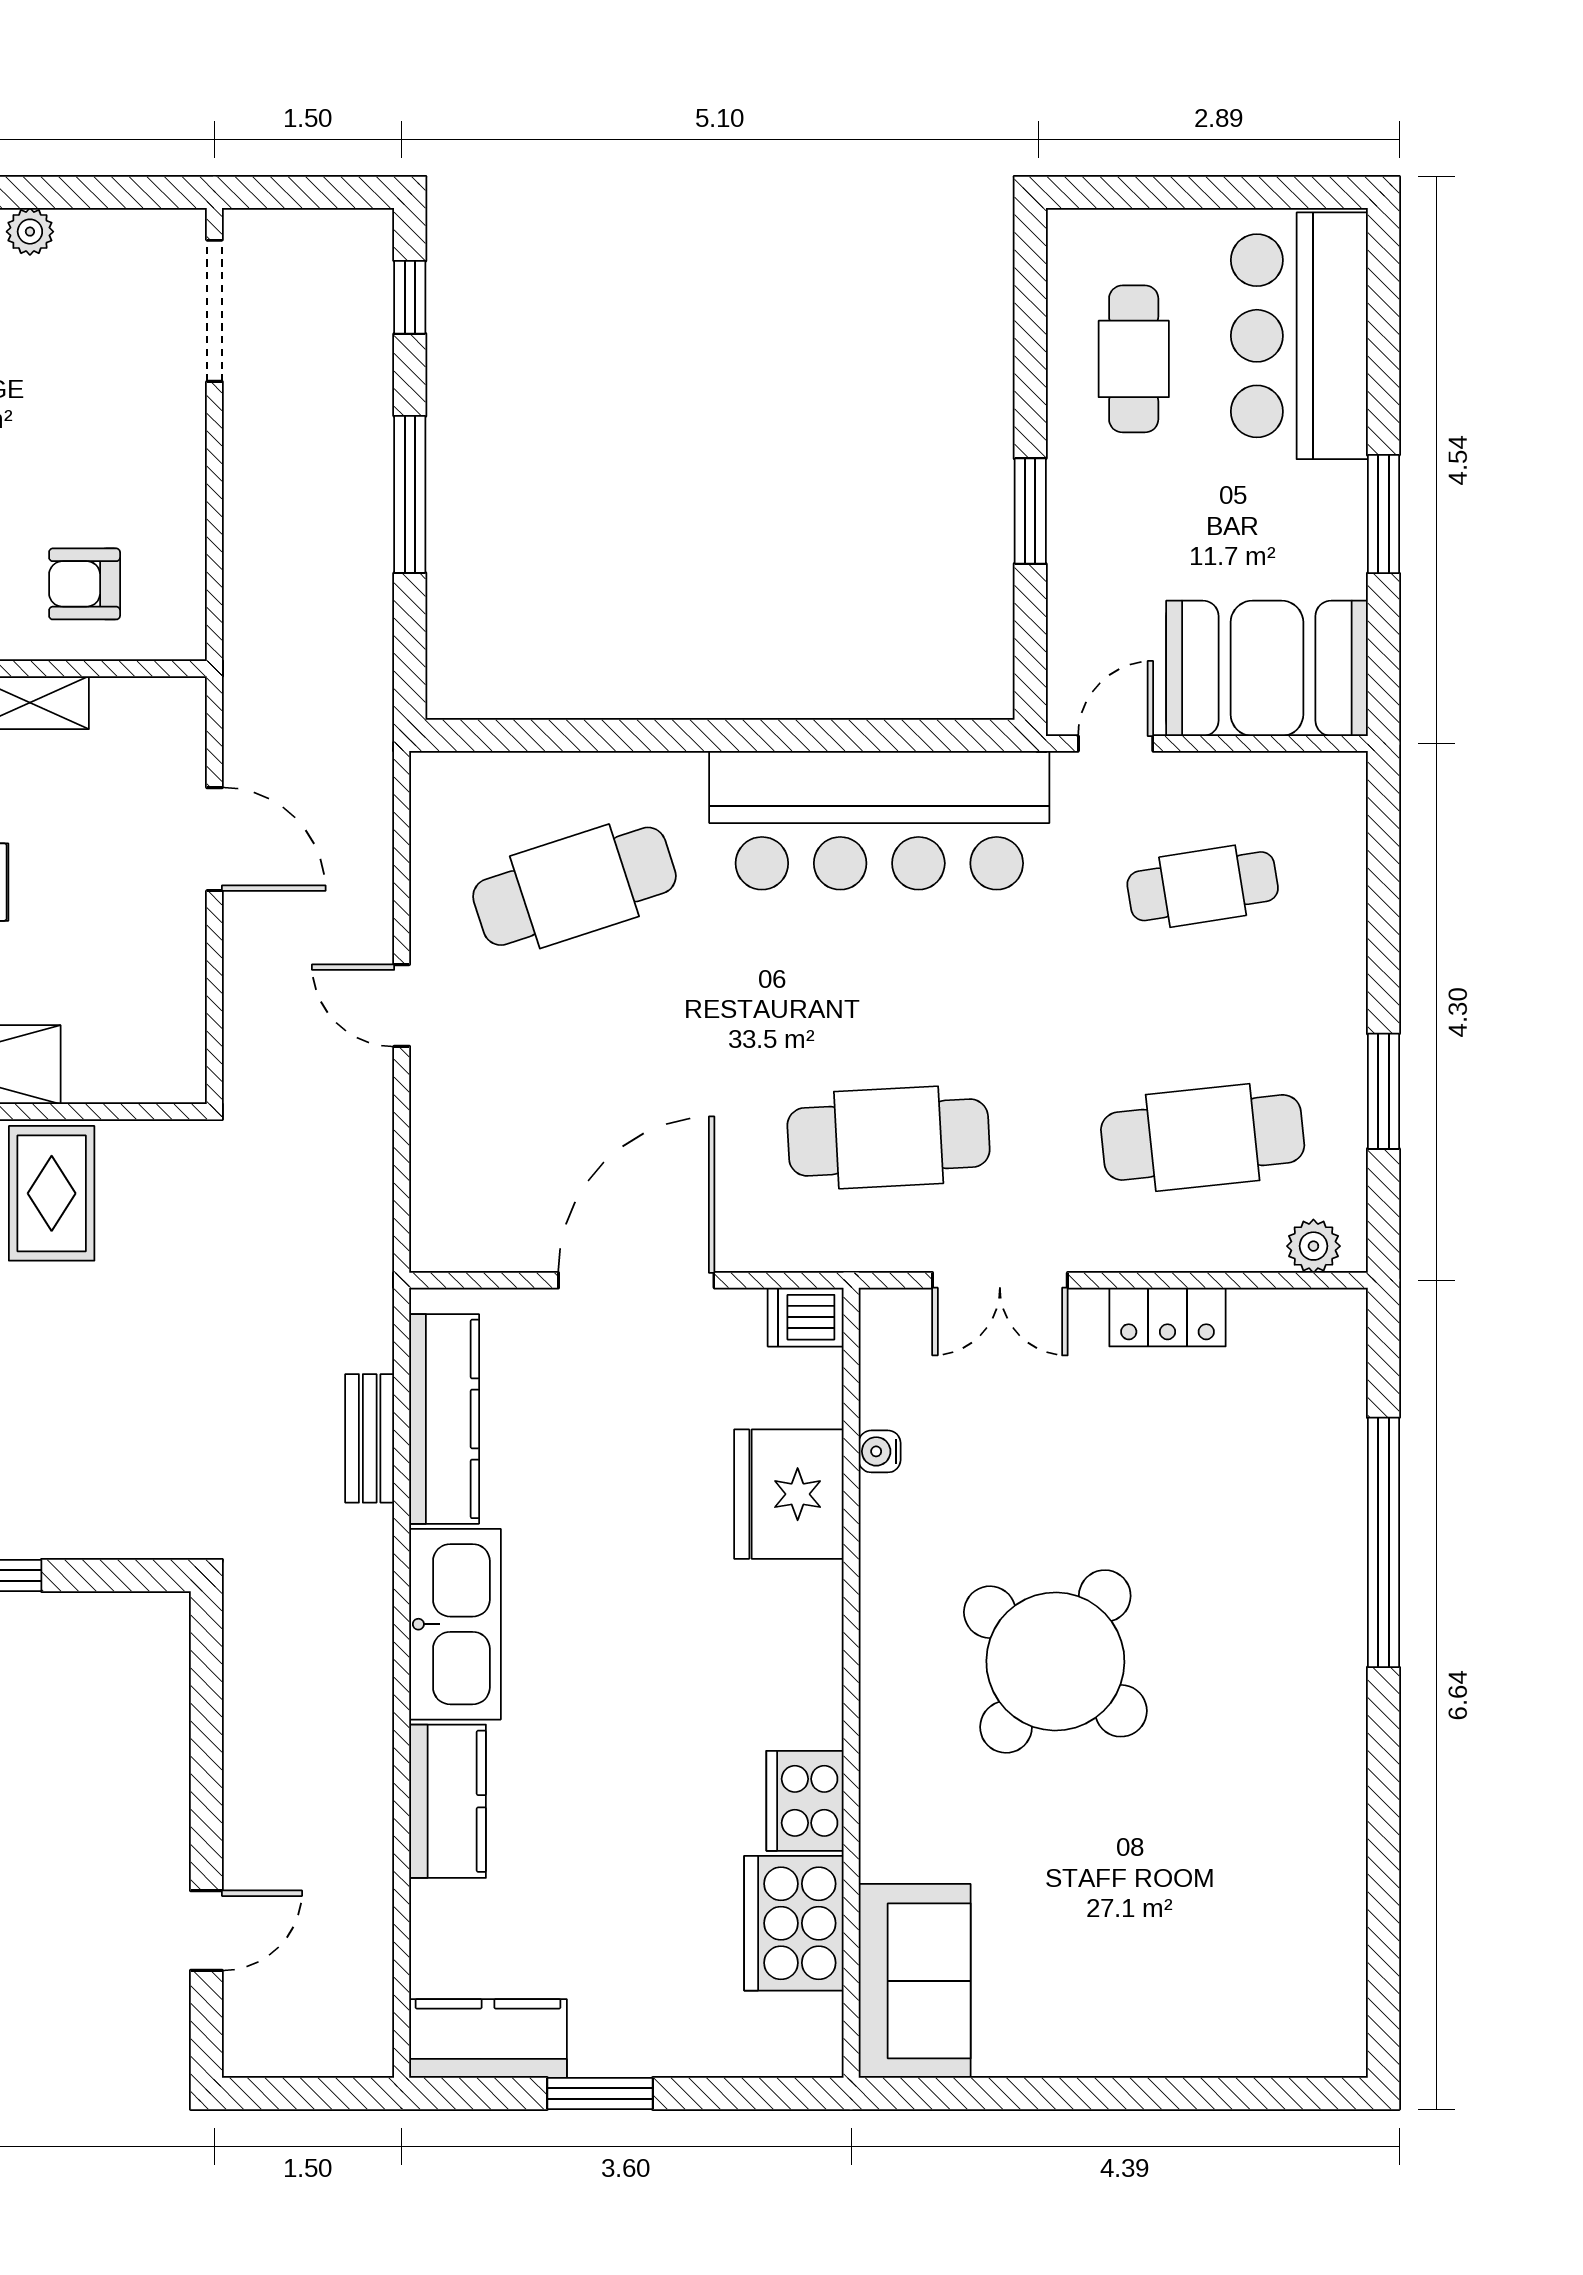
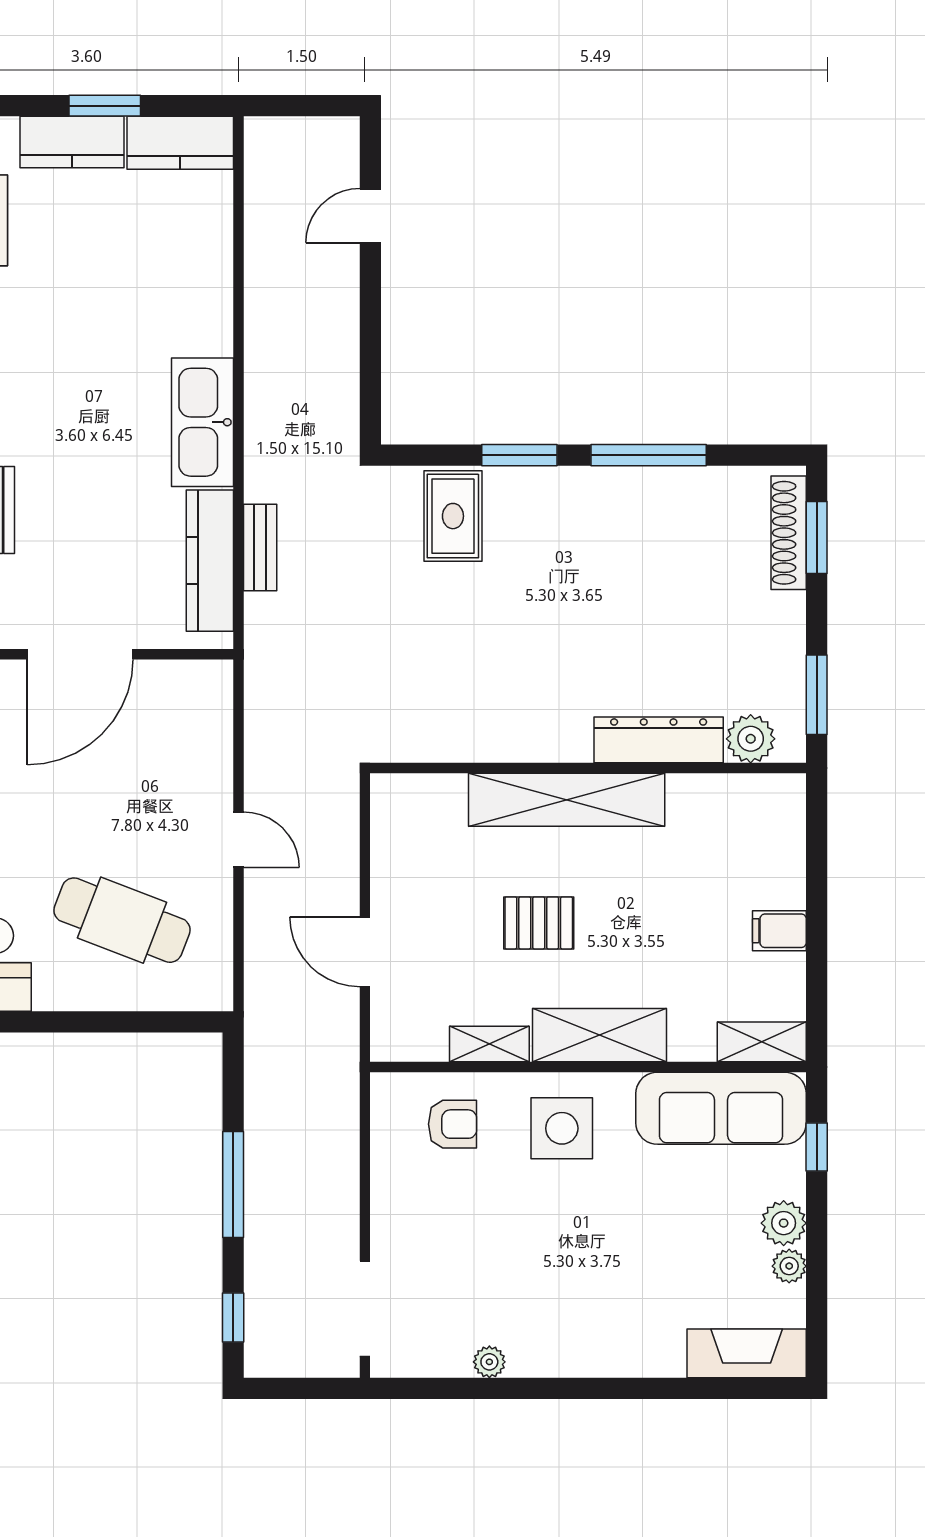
cafe table: (574, 886) -> (122, 920), turned 39
rug: (52, 1193) -> (453, 516), moved
kitchen counter: (448, 1801) -> (72, 142), moved, turned -90

